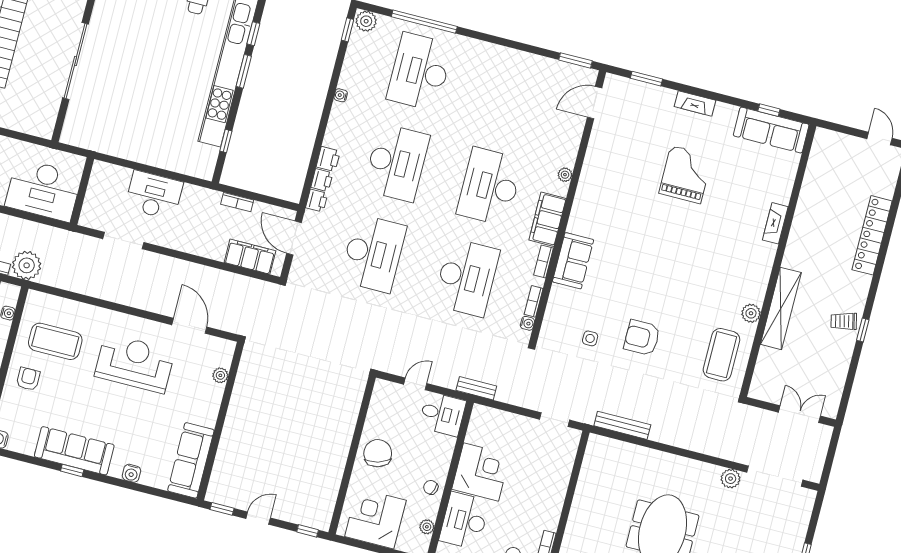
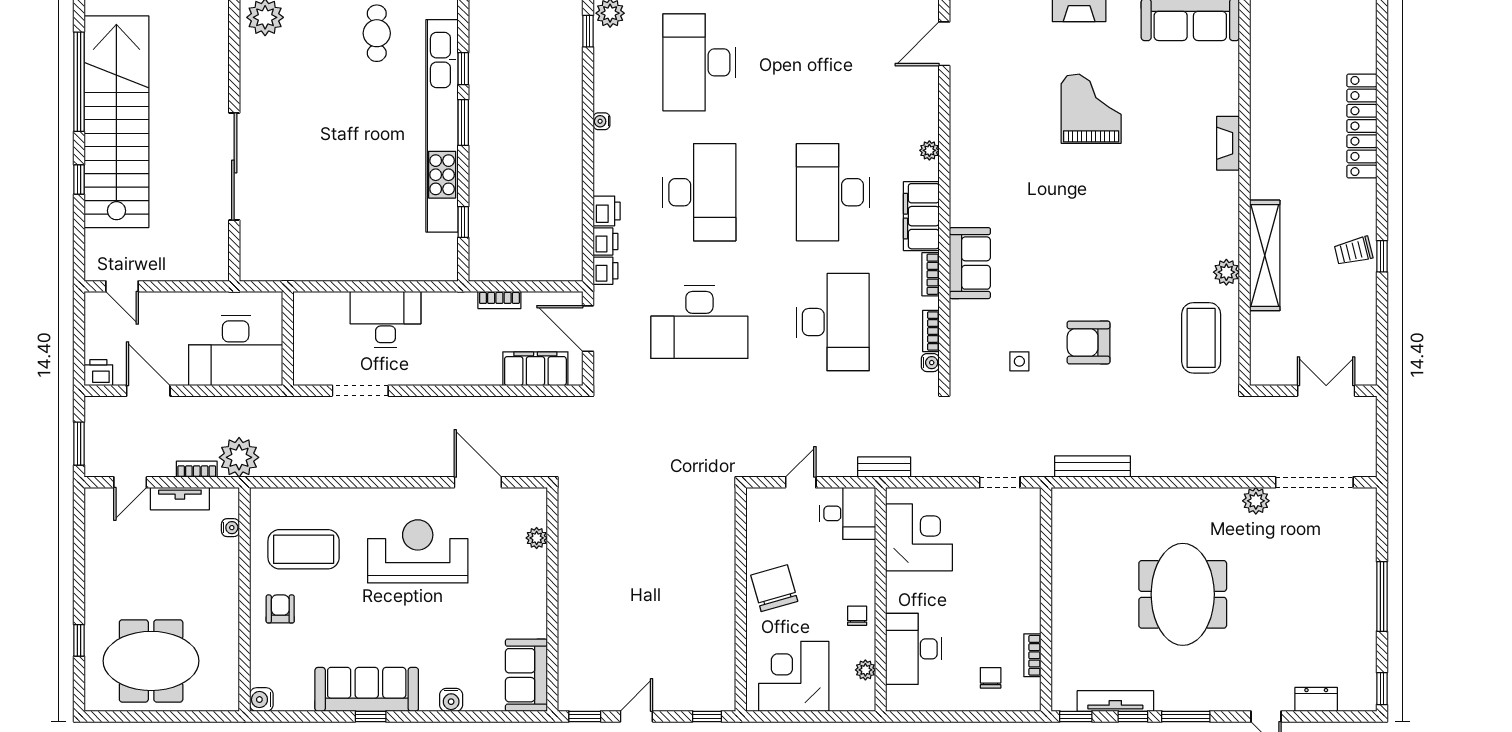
desk: (373, 253) -> (699, 322), turned 90
sofa: (191, 460) -> (526, 675), width x0.73
corner desk: (481, 472) -> (919, 537), moved
chair: (431, 487) -> (857, 616), turned 72

